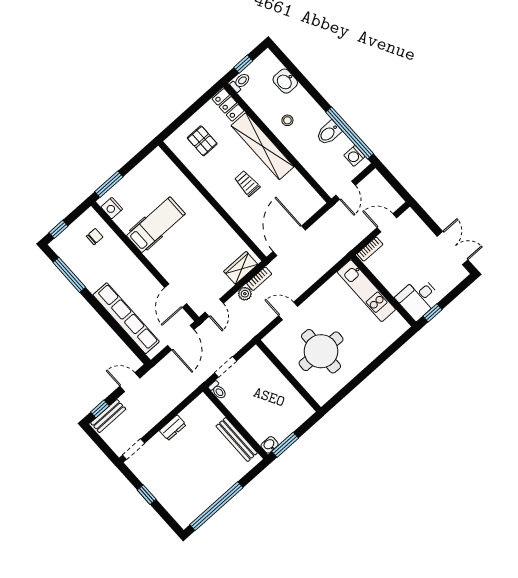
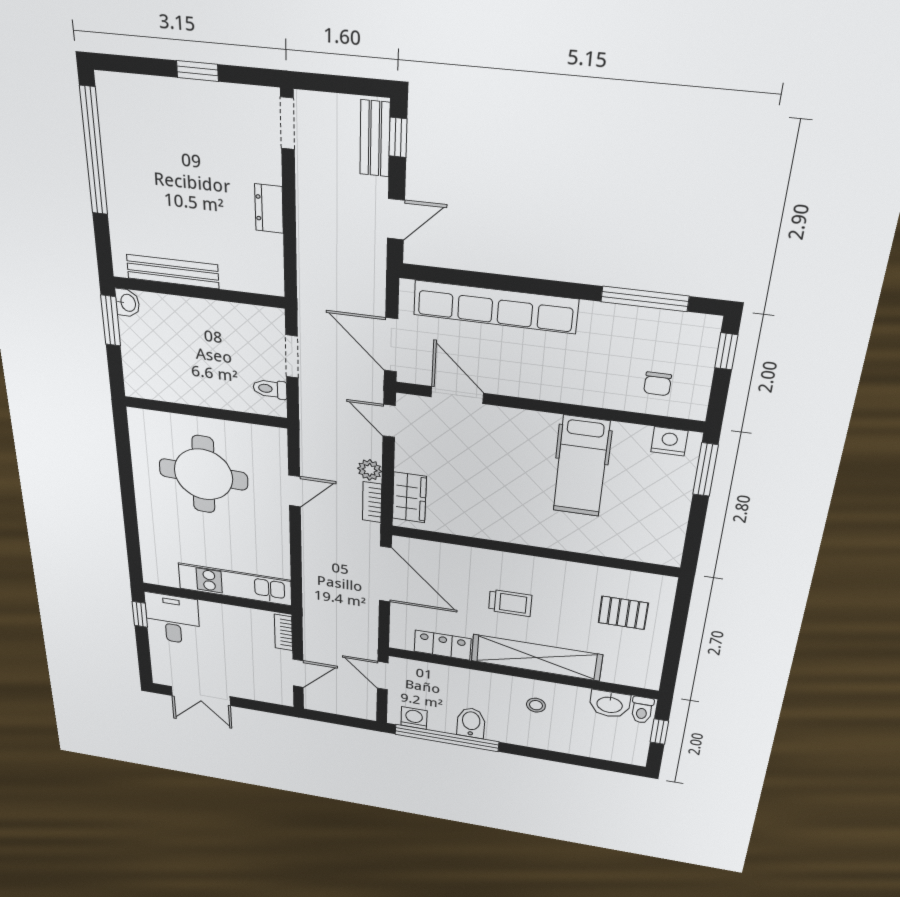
washbasin: (285, 81) -> (610, 704), moved, turned 180
locker: (228, 105) -> (442, 645), moved
toilet: (218, 390) -> (270, 389), moved

